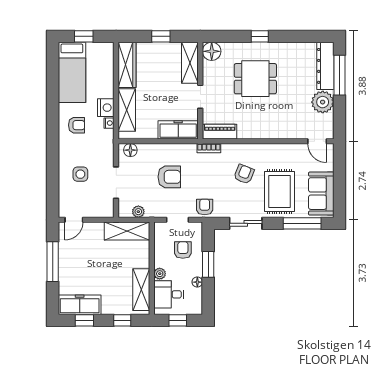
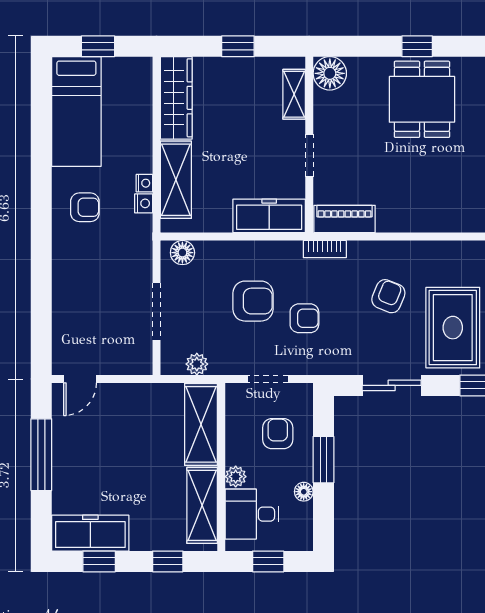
shelving: (190, 63) -> (294, 94), width x0.67, depth x0.75
dining table: (255, 79) -> (422, 99), moved, turned 90
nightstand: (106, 108) -> (144, 183), width x0.53, depth x0.56
side table: (80, 174) -> (92, 296), removed
armchair: (205, 207) -> (304, 318), moved, turned 90
shelving: (127, 231) -> (201, 424), moved, turned 90

